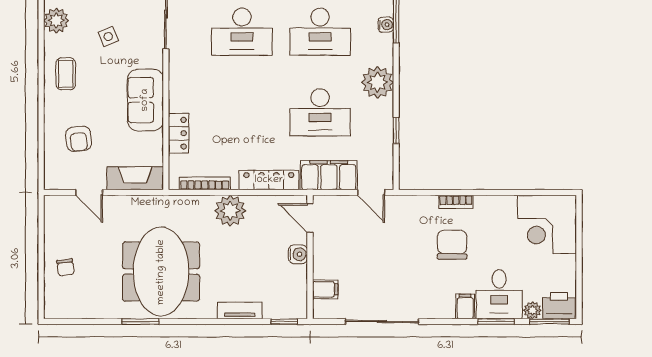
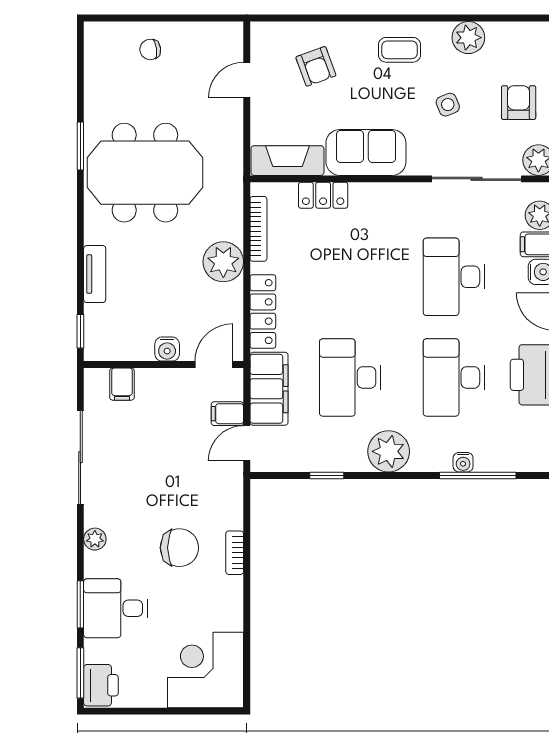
armchair: (79, 139) -> (316, 66), turned -104
fireplace: (135, 178) -> (287, 161), moved, turned -90
filing cabinet: (465, 307) -> (227, 414), moved, turned 180
plant: (532, 310) -> (95, 539), moved

